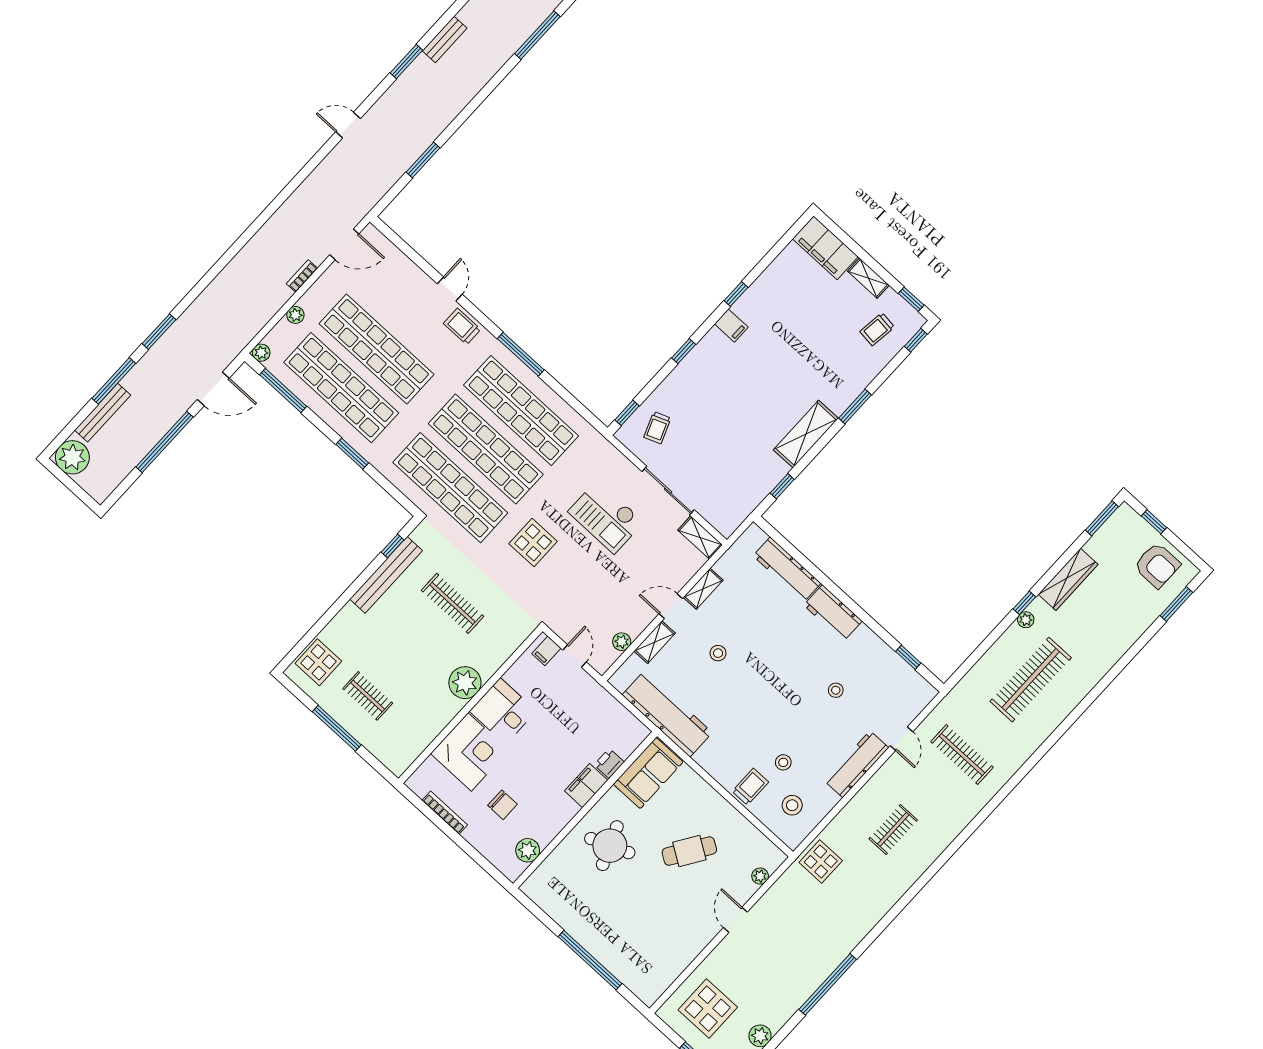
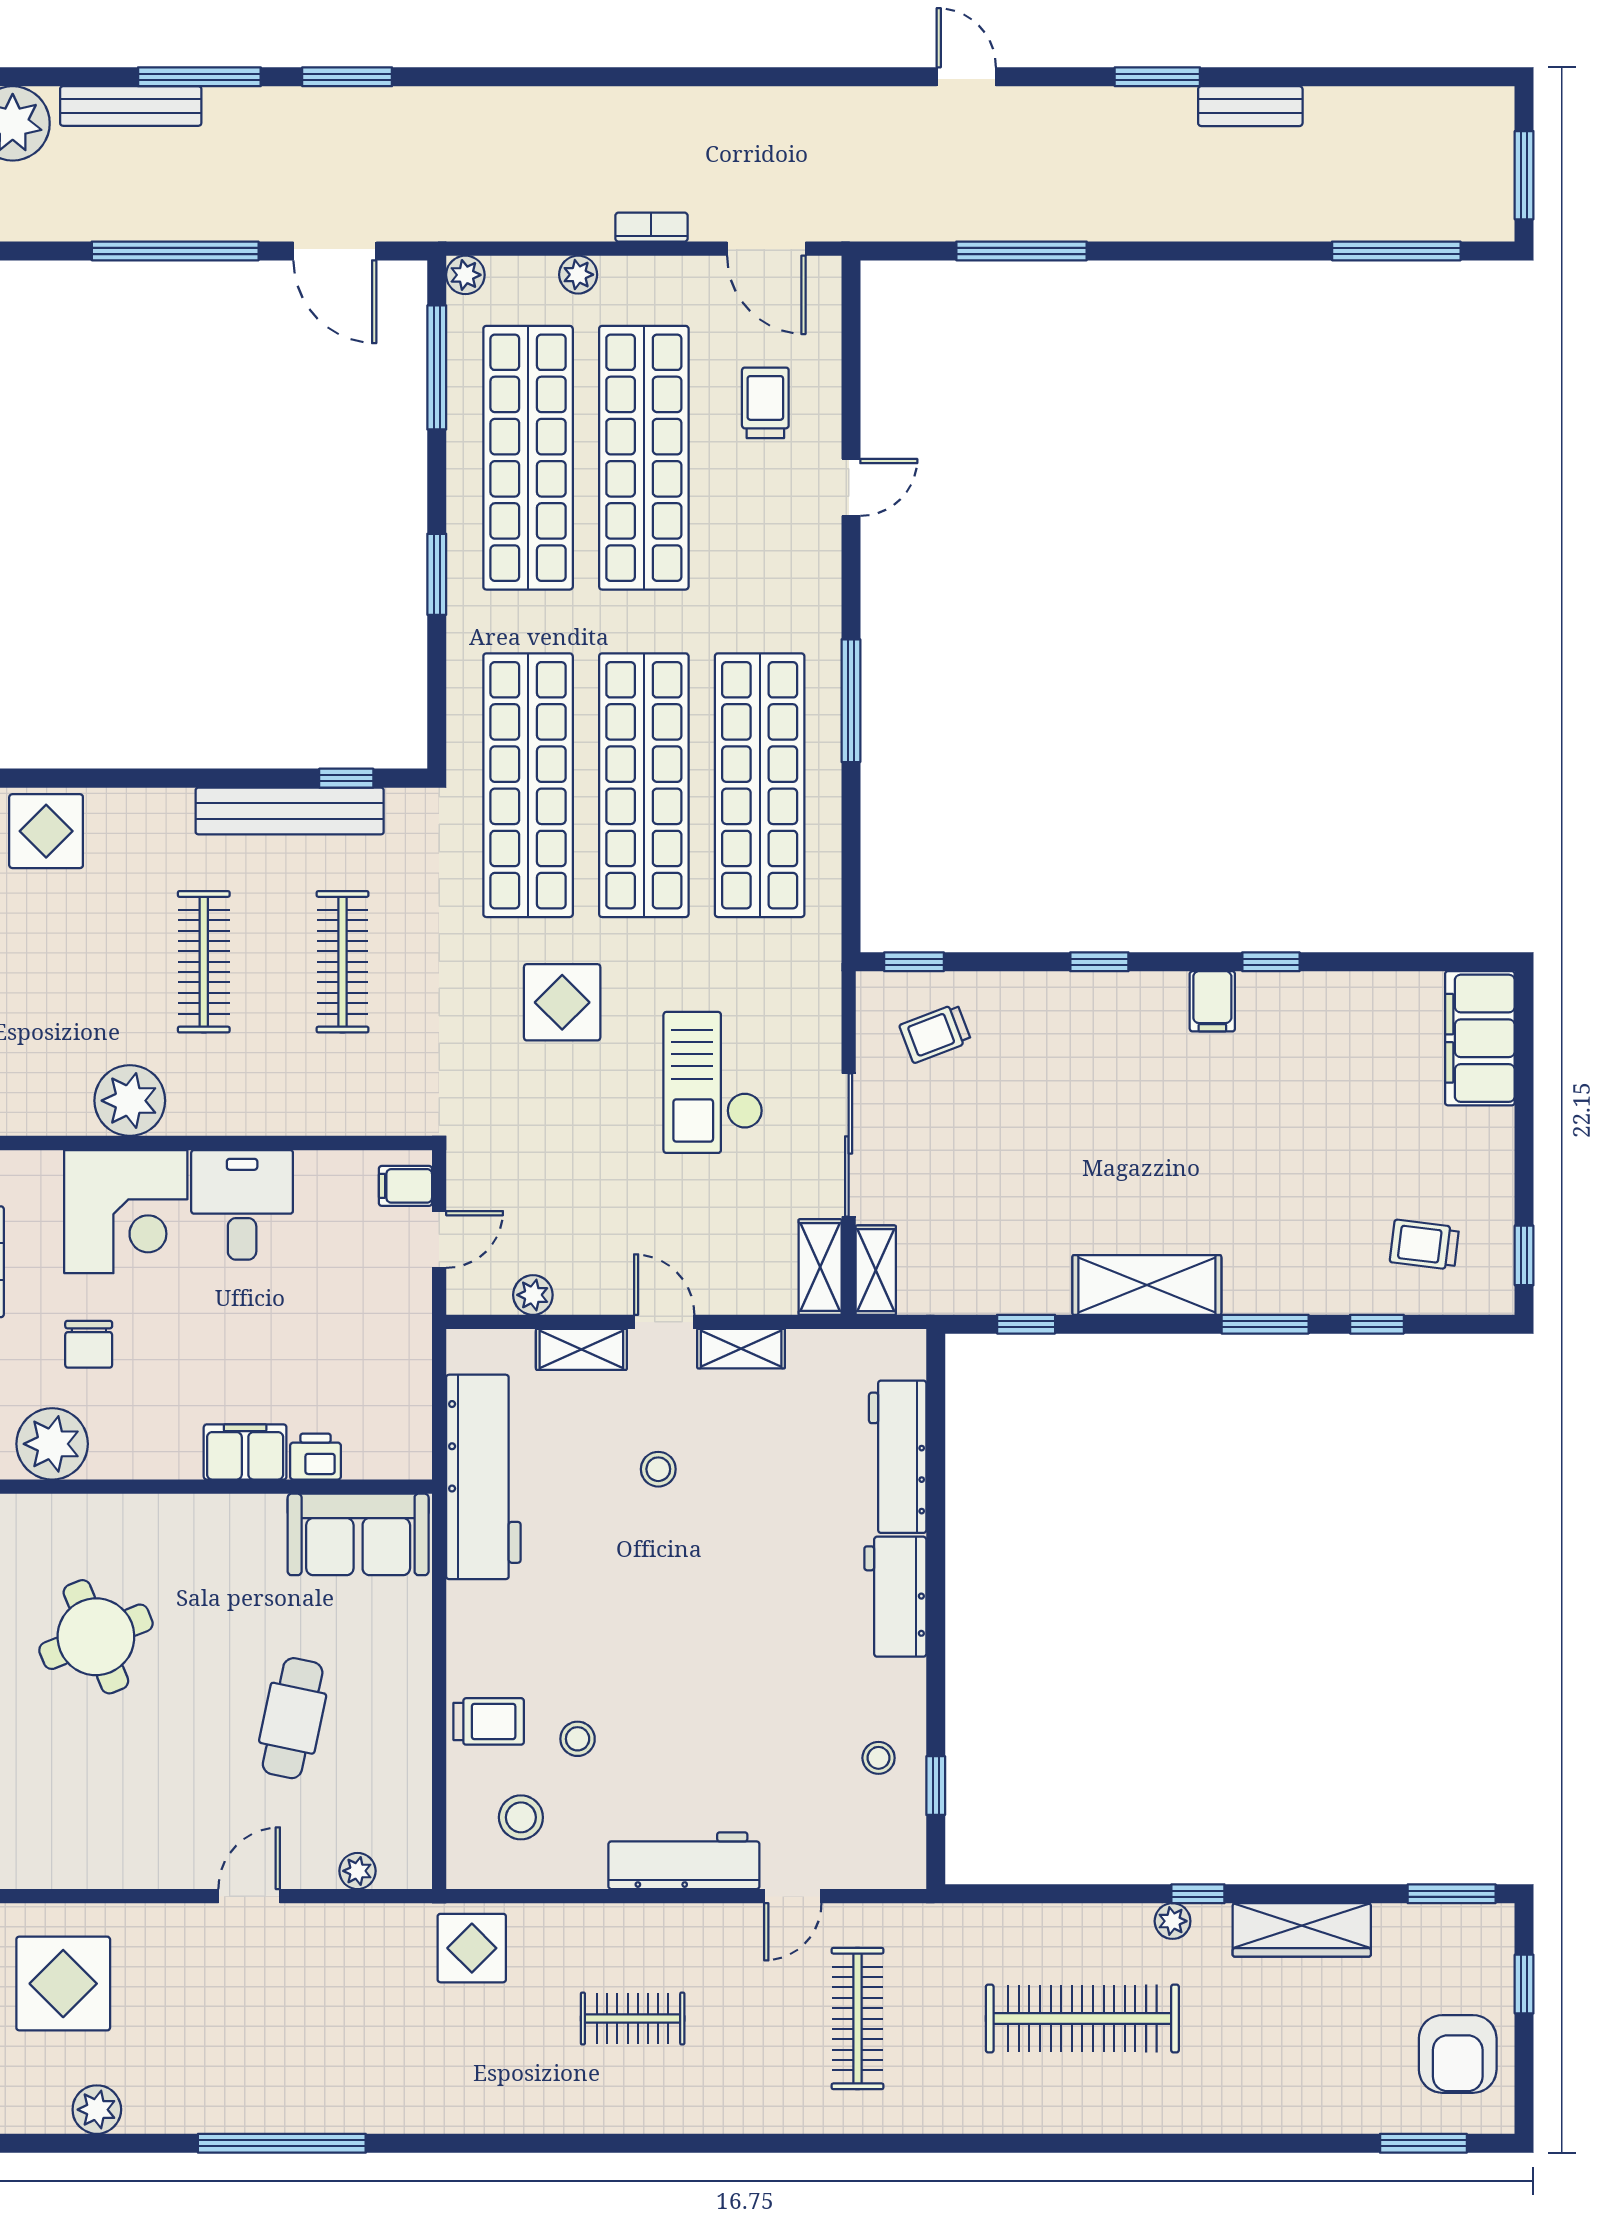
window: (423, 160) -> (1021, 251), width x1.44
shelving: (868, 278) -> (876, 1270), moved
trolley: (462, 326) -> (765, 403), moved
window: (916, 340) -> (1377, 1324), moved
plant: (465, 683) -> (130, 1101), moved
stool: (836, 690) -> (879, 1758), moved
clothes rail: (368, 696) -> (204, 962), moved, width x1.36
round table: (610, 846) -> (96, 1637), moved
plant: (528, 850) -> (52, 1444), width x1.36, depth x1.36
cafe table: (689, 851) -> (293, 1718), turned 69

